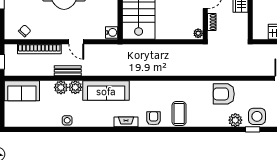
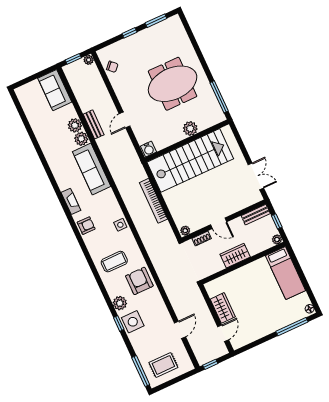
plant: (9, 49) -> (89, 60), added
bookcase: (39, 49) -> (153, 201), moved
coffee table: (179, 114) -> (114, 262), moved
side table: (67, 120) -> (120, 225), moved

